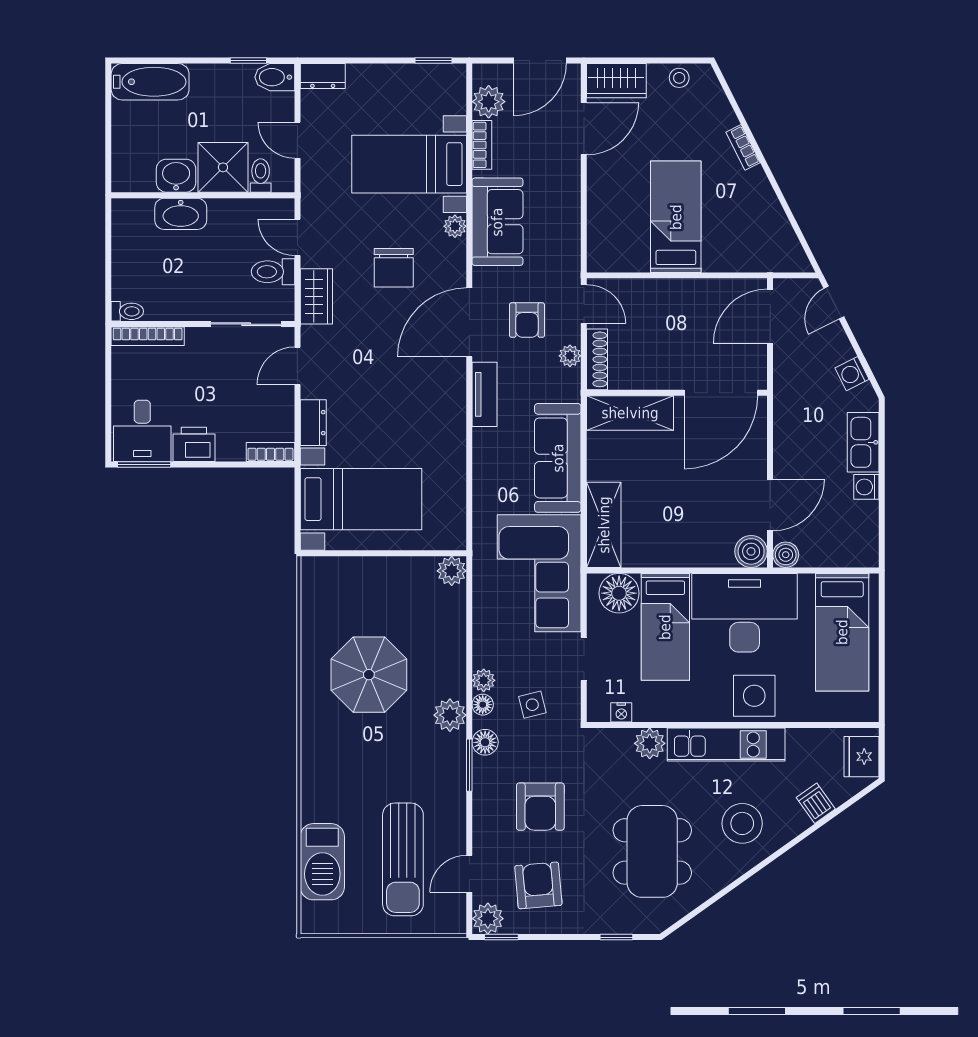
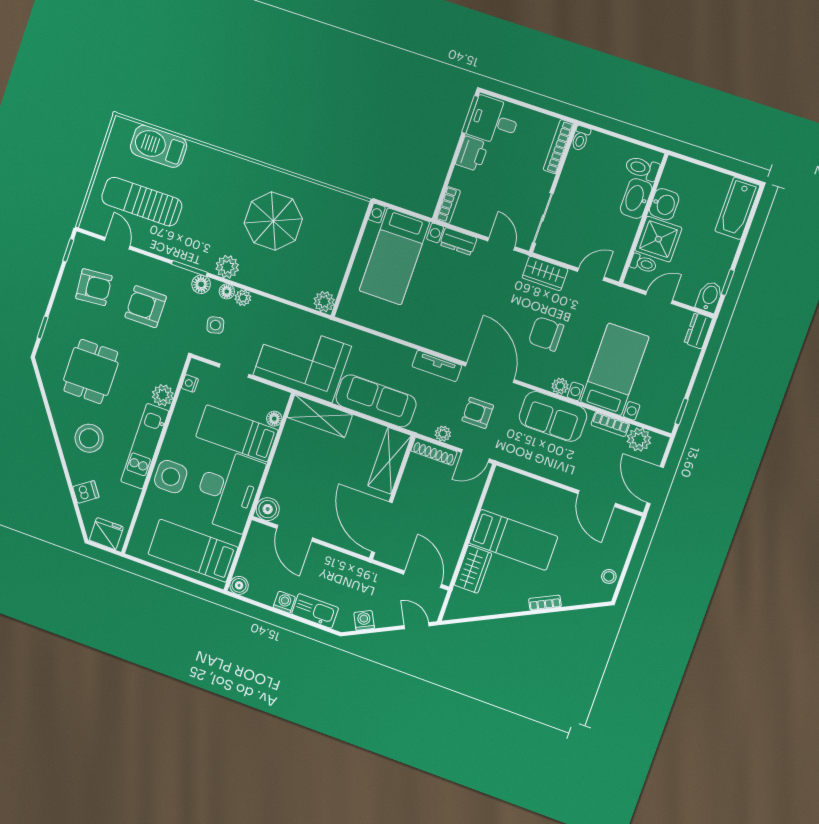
wardrobe: (616, 81) -> (473, 569), moved, turned 180
toilet: (273, 272) -> (642, 168), moved, turned -90
boiler: (786, 555) -> (239, 585), moved
floor lamp: (619, 593) -> (274, 419), width x0.53, depth x0.53
dining table: (652, 851) -> (91, 371), width x0.73
plant: (488, 919) -> (83, 245), removed

